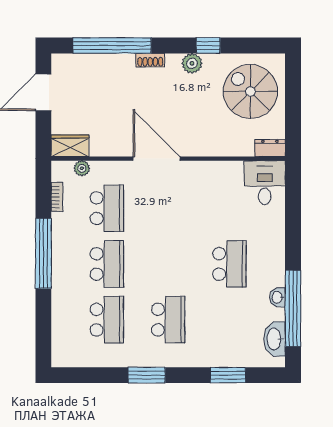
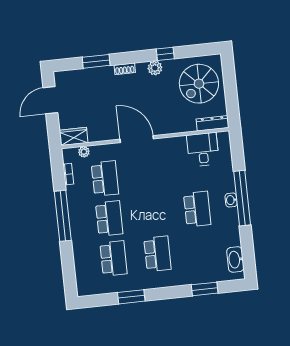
window: (112, 45) -> (96, 61), width x0.47
spiral stairs: (250, 91) -> (199, 84), turned -90
dresser: (270, 148) -> (213, 123), width x1.44
desk: (265, 183) -> (203, 149), moved
washbasin: (277, 297) -> (231, 200), moved
window: (293, 308) -> (242, 198), moved
window: (147, 375) -> (131, 297), moved

